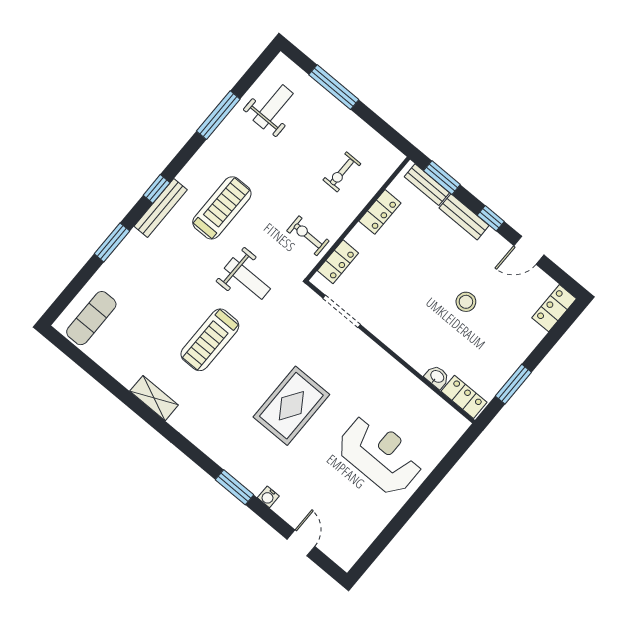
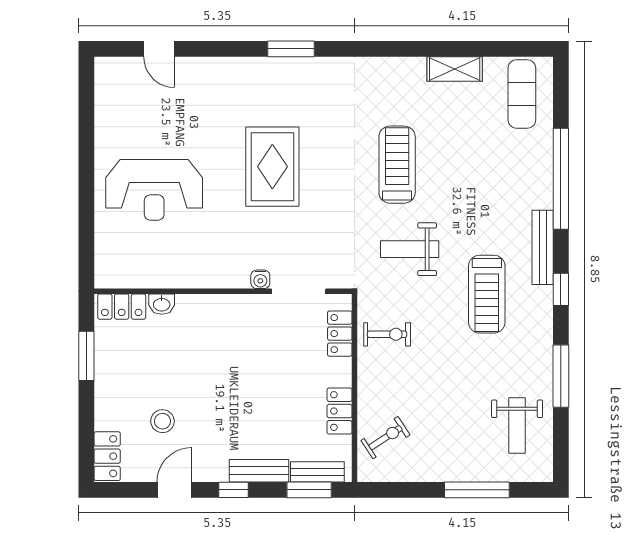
exercise bike: (342, 172) -> (385, 438), moved, turned 57
window: (157, 189) -> (561, 289), moved
window: (112, 242) -> (561, 179), width x2.11
stool: (466, 302) -> (162, 421), moved
shelving: (154, 398) -> (455, 69), moved
window: (234, 487) -> (291, 49), moved
water cooler: (268, 497) -> (260, 279), moved, turned 180

